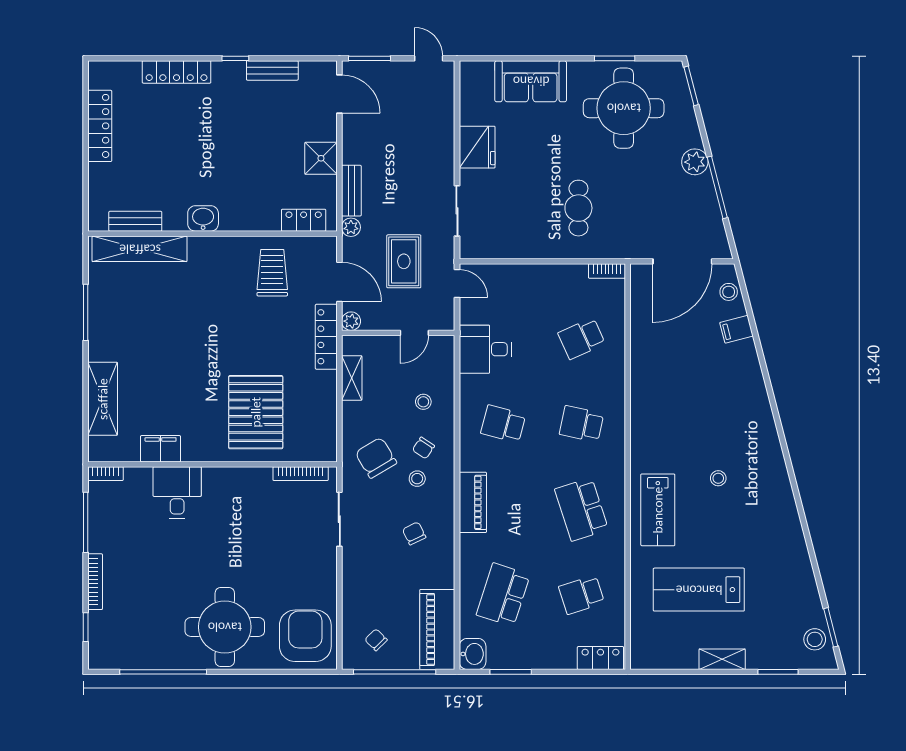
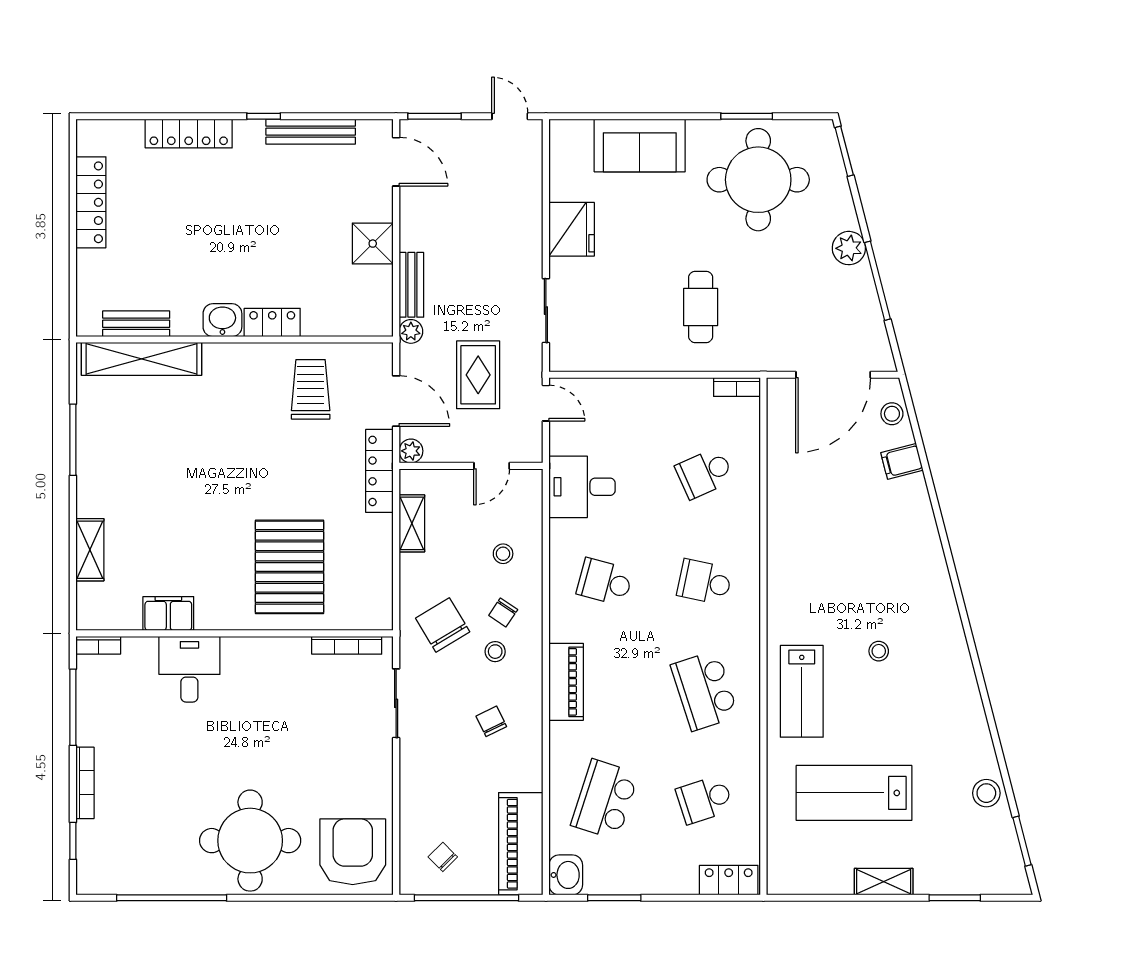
bench: (272, 70) -> (311, 132), width x1.36
locker: (304, 220) -> (272, 322), moved
shelving: (103, 399) -> (90, 550), width x0.67, depth x0.75
stool: (815, 639) -> (986, 793), moved

